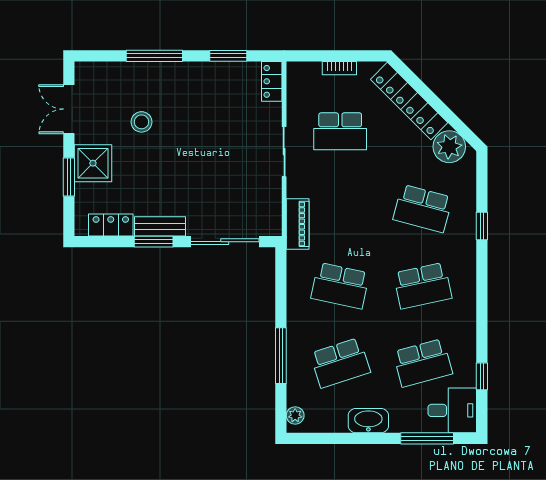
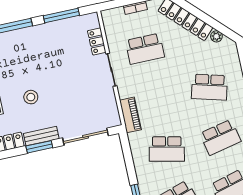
window: (228, 56) -> (61, 15), width x1.44
locker: (272, 81) -> (97, 41), moved
stool: (142, 122) -> (31, 97), moved
plant: (449, 147) -> (216, 36), width x0.53, depth x0.53

